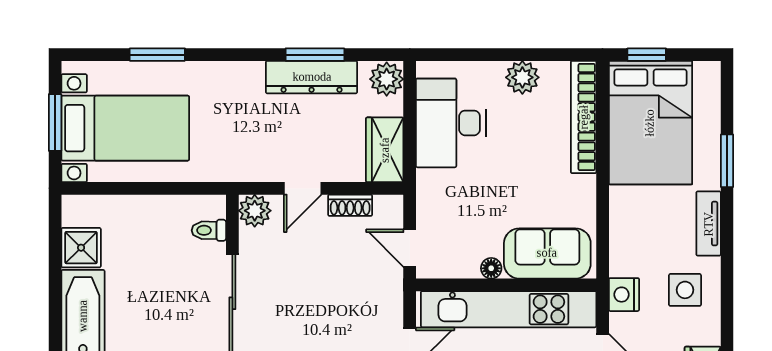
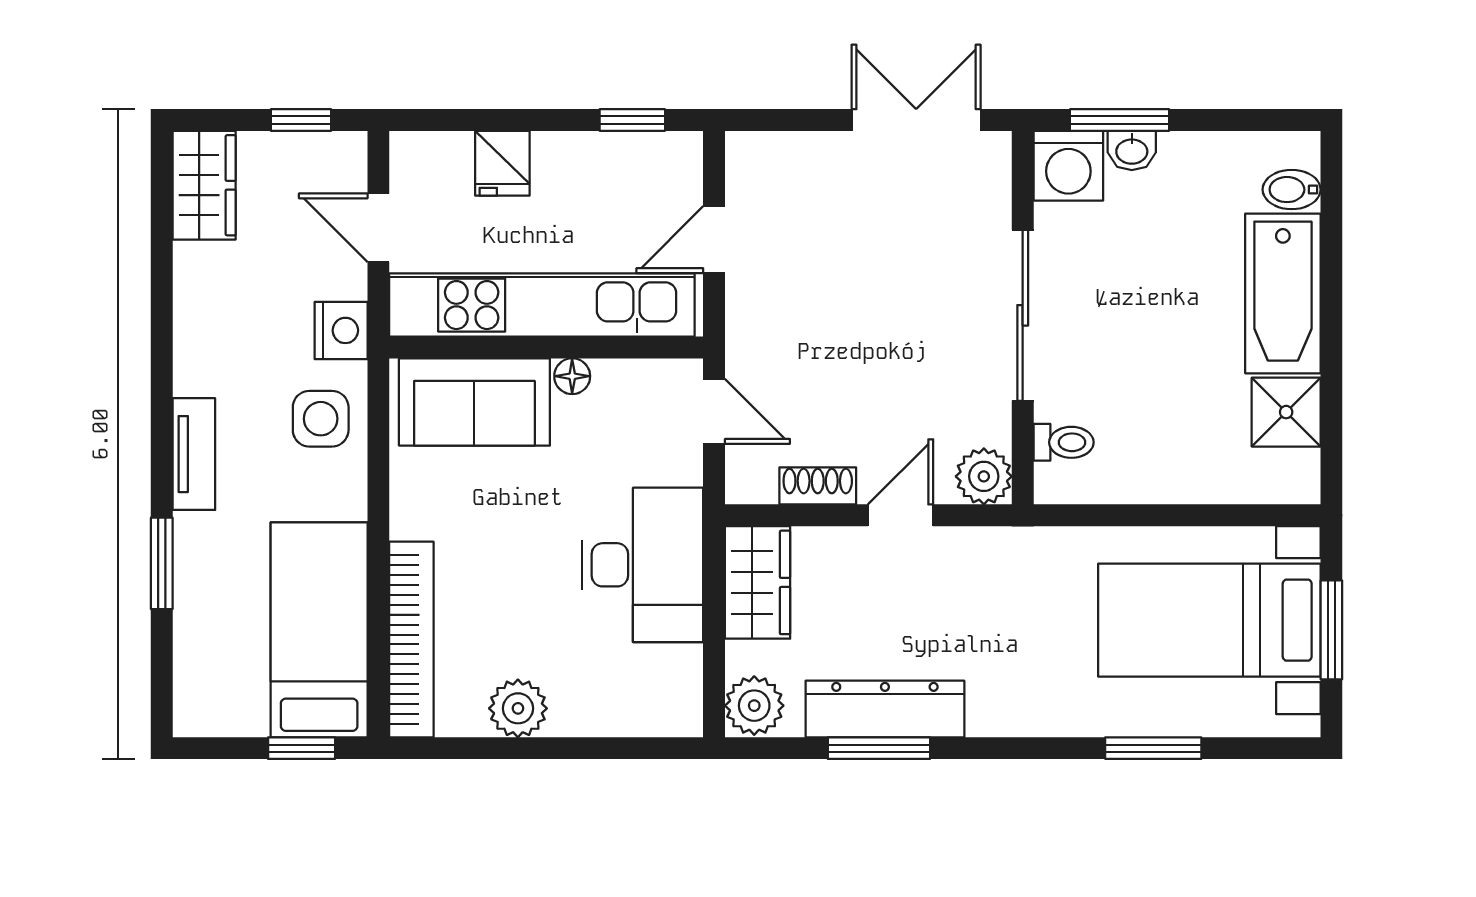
desk: (451, 123) -> (643, 565), moved
bed: (650, 123) -> (319, 630), width x0.67
side table: (685, 290) -> (321, 419), moved

